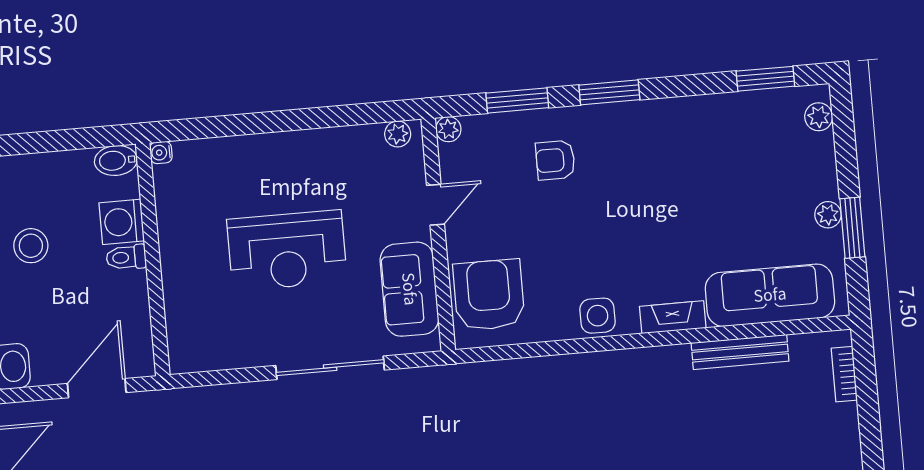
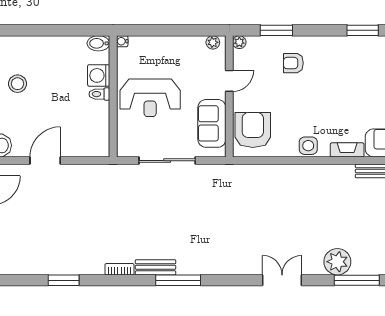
window: (609, 92) -> (363, 30), moved
water cooler: (161, 152) -> (122, 41), moved
bidet: (116, 160) -> (98, 43), moved
washing machine: (122, 222) -> (99, 75), moved
toilet: (126, 257) -> (99, 94), moved
wall: (153, 259) -> (113, 96), moved

